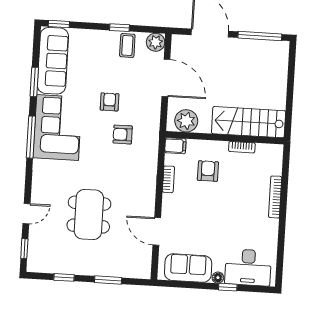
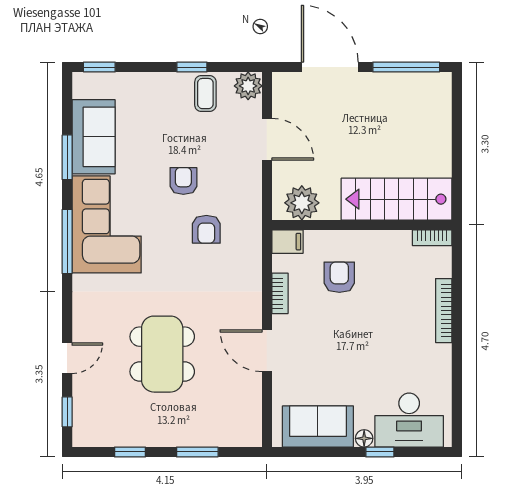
sofa: (53, 61) -> (94, 137), width x0.73
door: (166, 78) -> (267, 139), width x0.73
armchair: (123, 134) -> (206, 229), turned -90
bookcase: (242, 147) -> (432, 238), moved
door: (157, 231) -> (267, 351), moved

